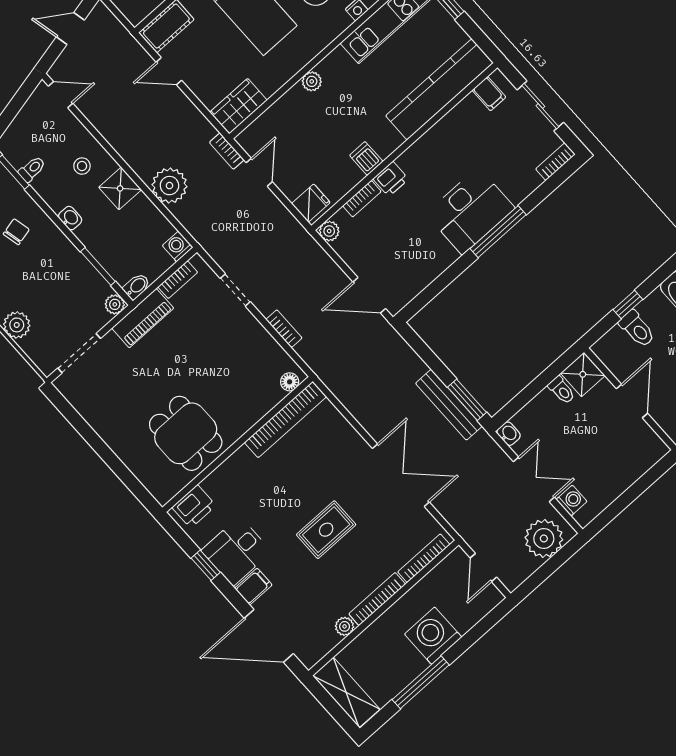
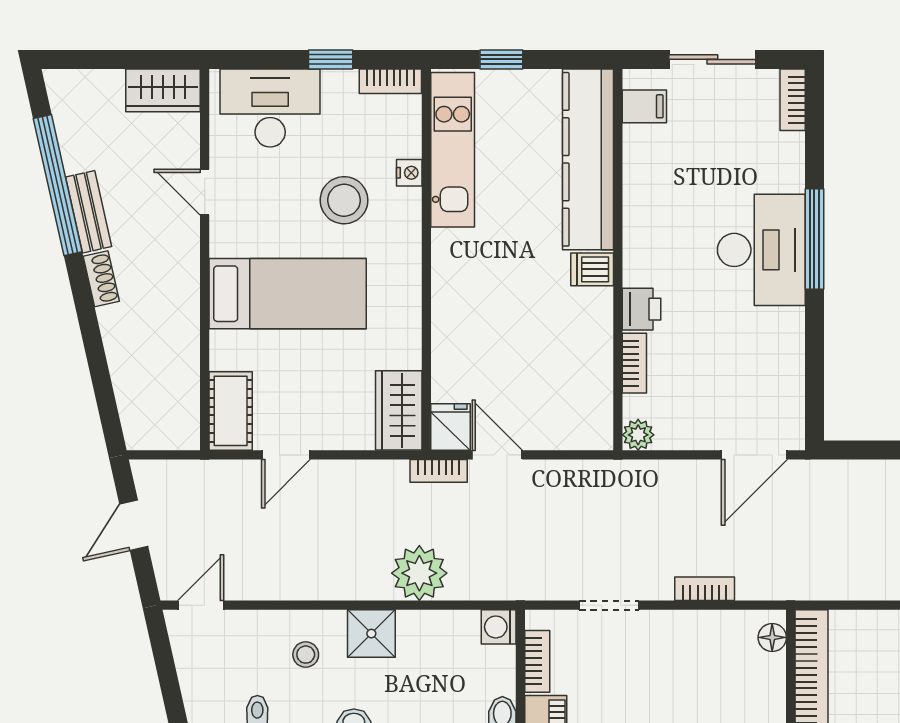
plant: (312, 81) -> (446, 300), removed
dishwasher: (366, 158) -> (592, 269), moved
fridge: (311, 203) -> (450, 427), moved

